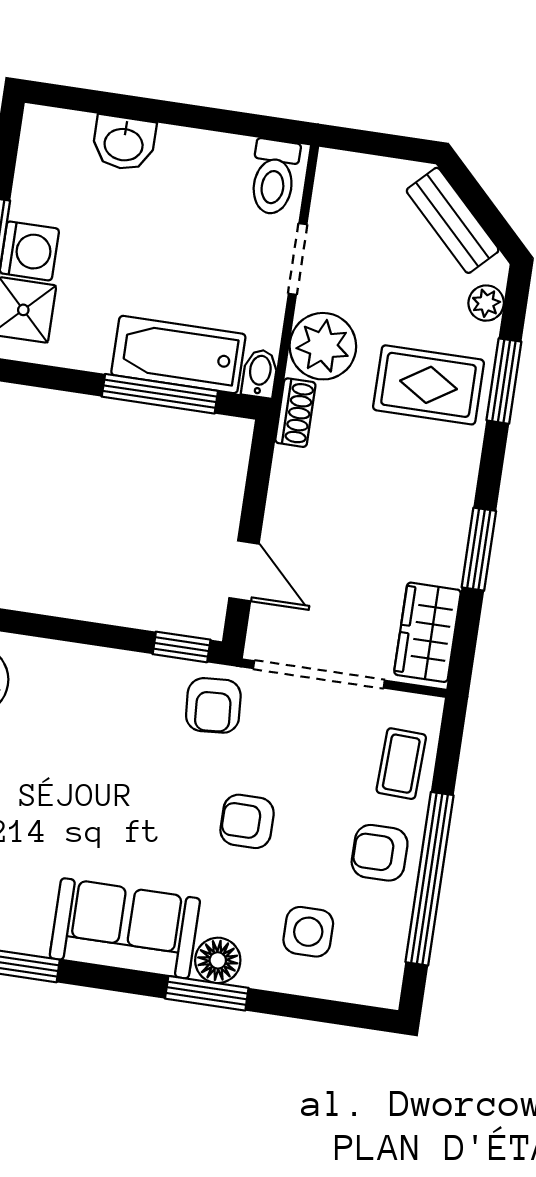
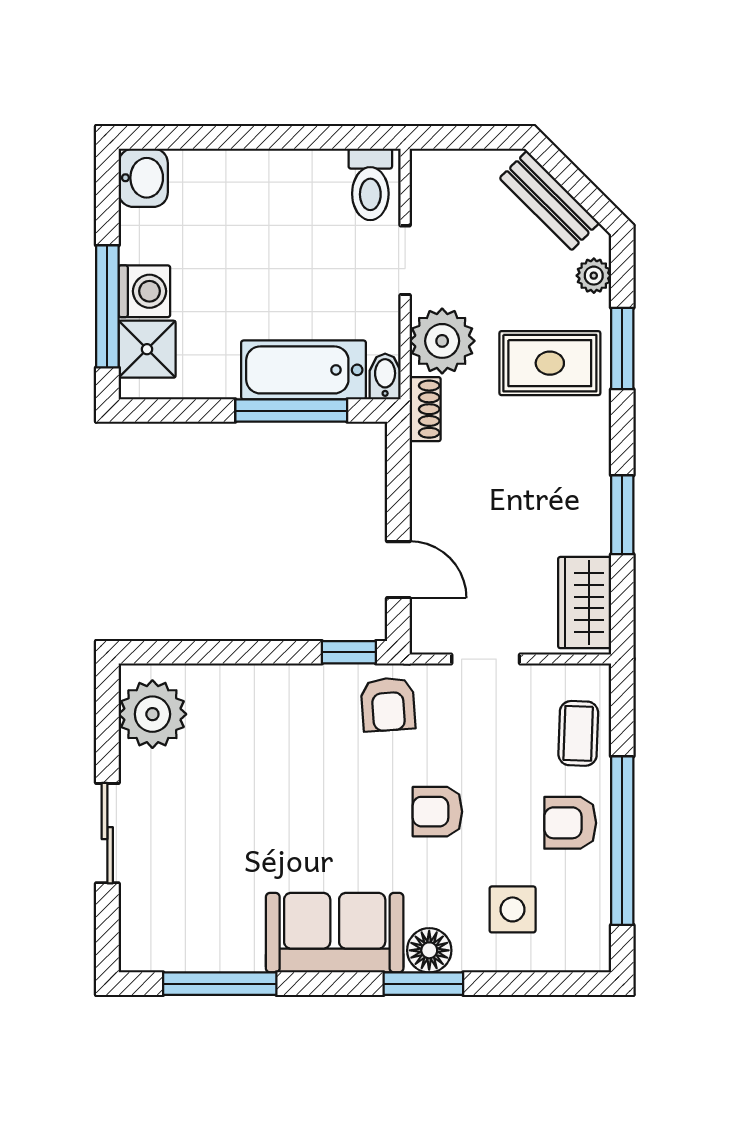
washbasin: (124, 143) -> (143, 178), moved, turned -90
doorway: (319, 674) -> (486, 659), width x0.53

